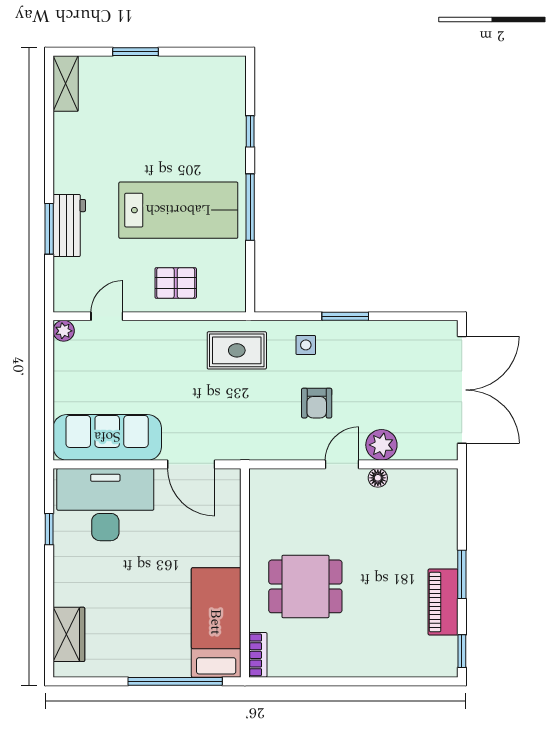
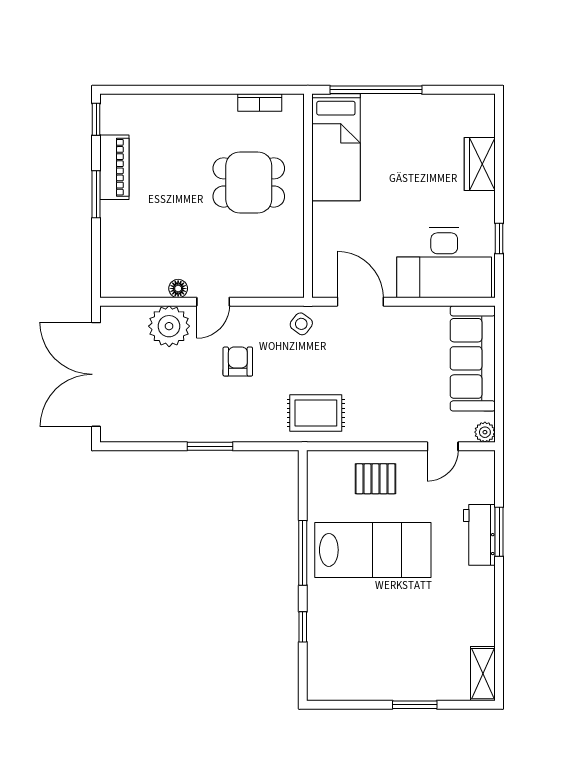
lab bench: (178, 210) -> (373, 550), turned 180
side table: (306, 345) -> (301, 324), moved, turned 37
sofa: (107, 437) -> (473, 358), moved, turned 90
plant: (381, 445) -> (169, 326), width x1.36, depth x1.36
wardrobe: (69, 634) -> (480, 164), moved
bookcase: (258, 655) -> (260, 102), moved, turned -90

